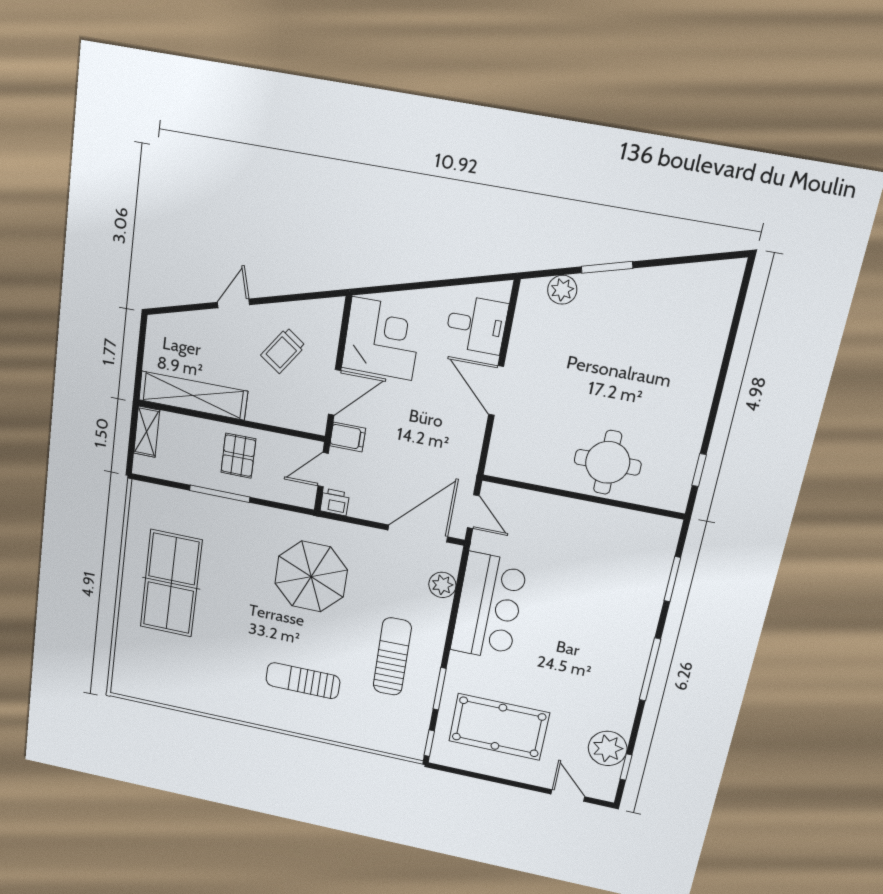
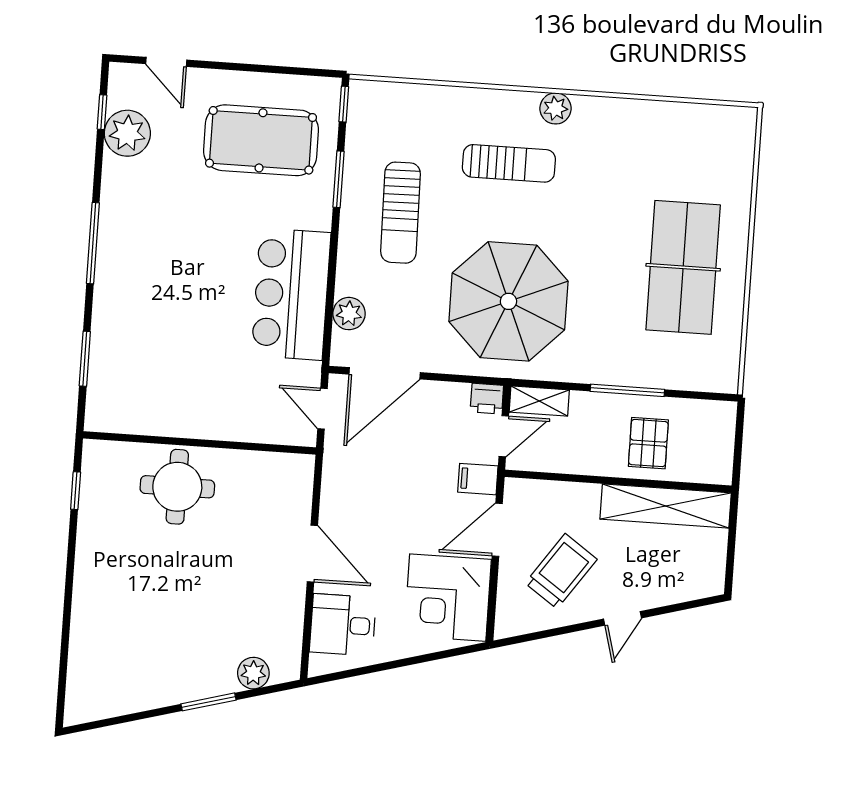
trolley: (283, 350) -> (561, 571), width x1.36, depth x1.39
shelving: (147, 432) -> (539, 401), moved, turned 90
pallet: (238, 456) -> (648, 443), moved
parasol: (311, 577) -> (508, 301), width x1.36, depth x1.36
plant: (264, 715) -> (556, 108), added

